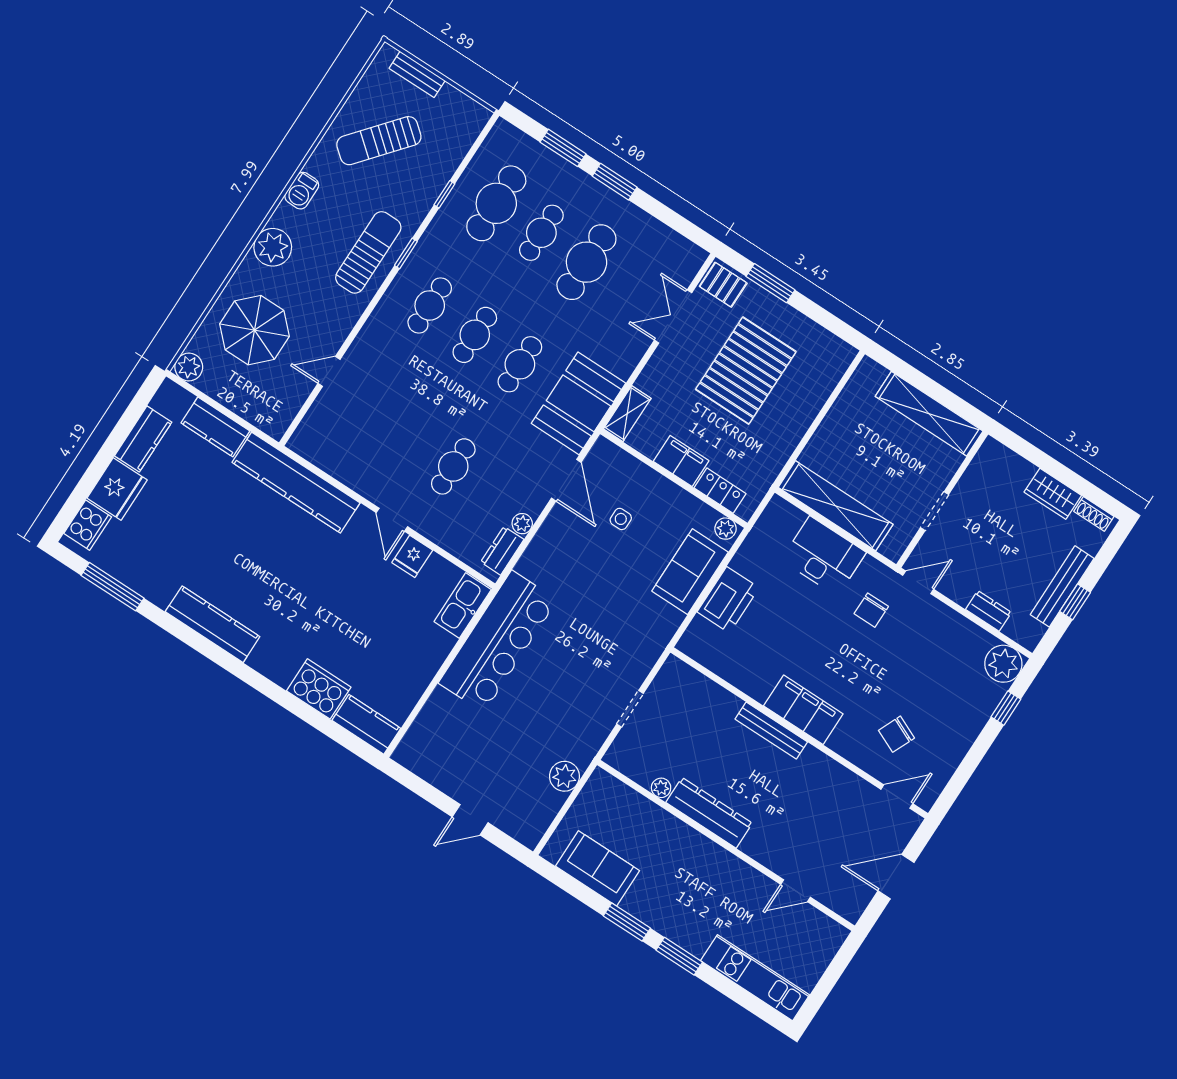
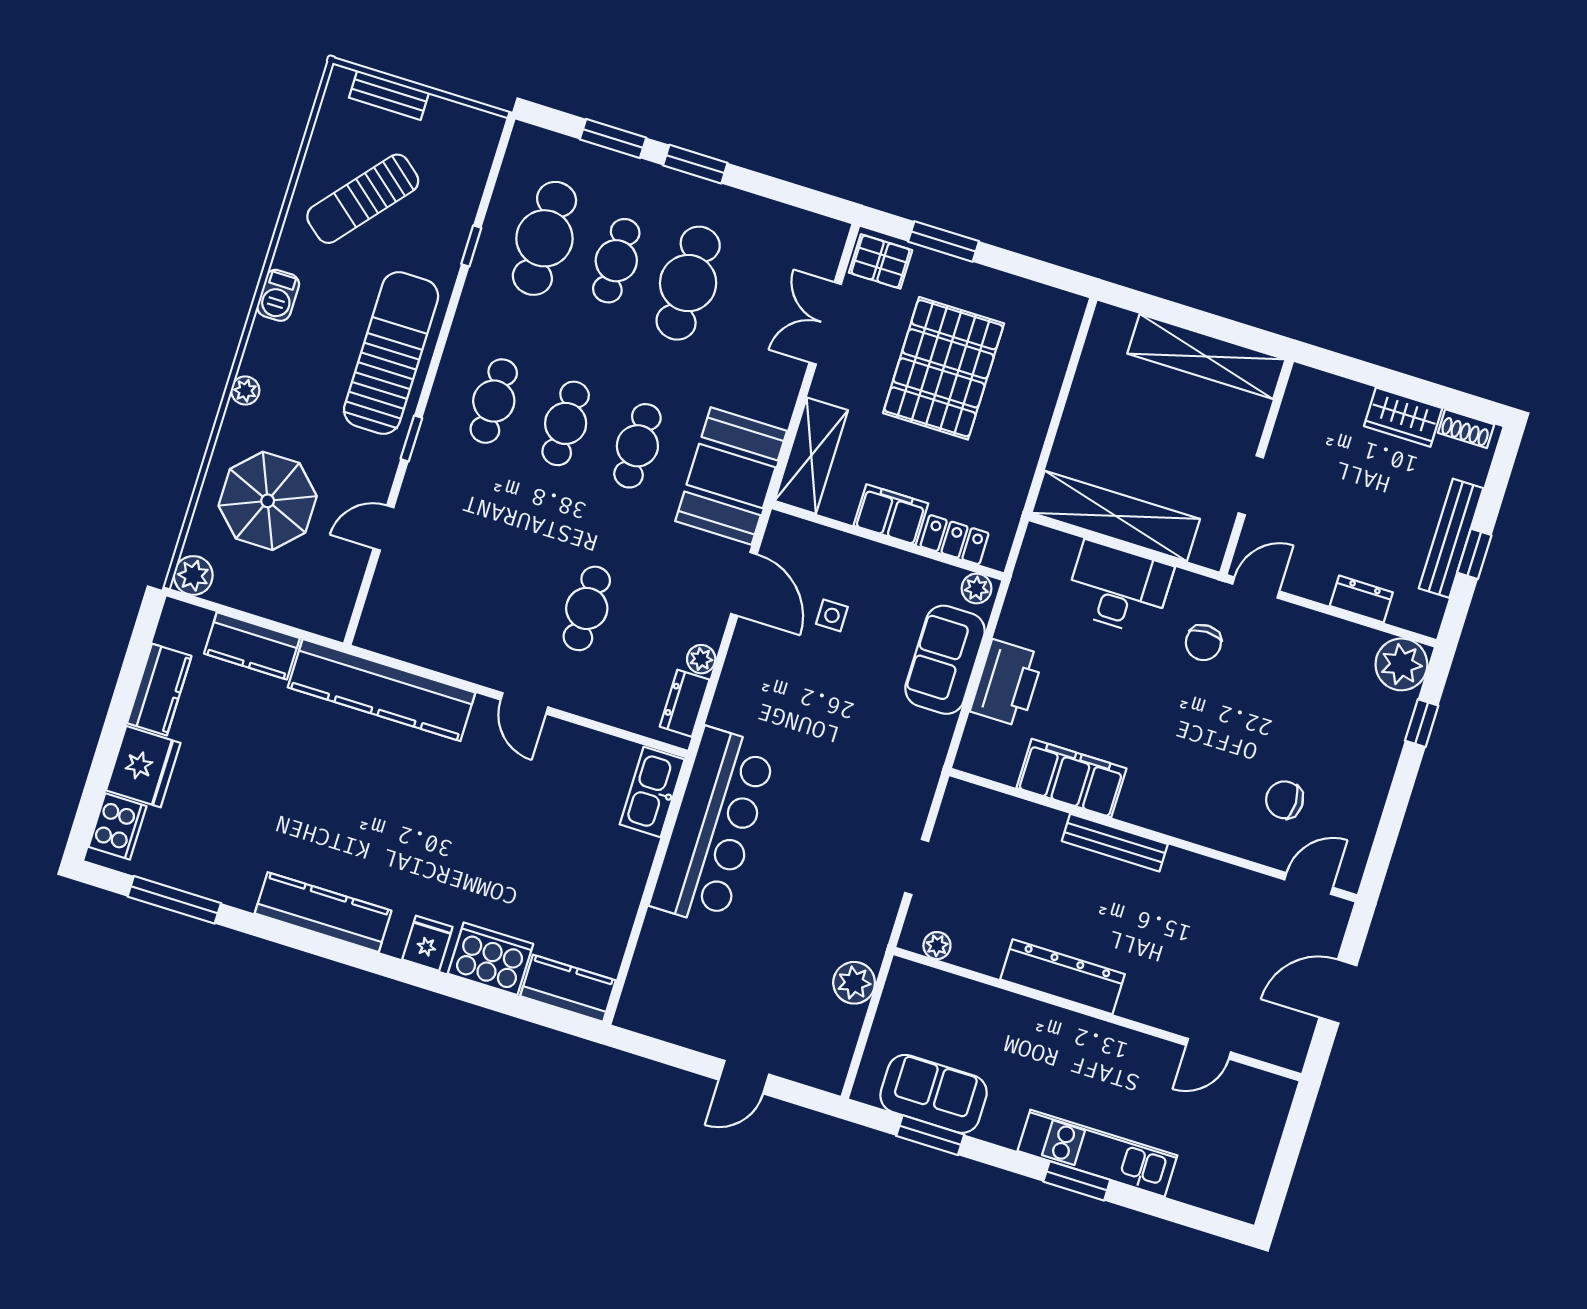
plant: (273, 247) -> (245, 391), width x0.53, depth x0.53
sun lounger: (368, 252) -> (391, 353), width x1.36, depth x1.34
window: (406, 253) -> (411, 438), moved
shelving: (627, 414) -> (811, 456), width x1.50, depth x1.33
fridge: (412, 556) -> (427, 943), moved, turned 180
filing cabinet: (803, 710) -> (1071, 778), moved
chair: (896, 734) -> (1285, 800), turned 66
plant: (661, 788) -> (937, 946), moved
window: (627, 922) -> (930, 1135), moved
kitchen unit: (755, 978) -> (1097, 1153), moved

